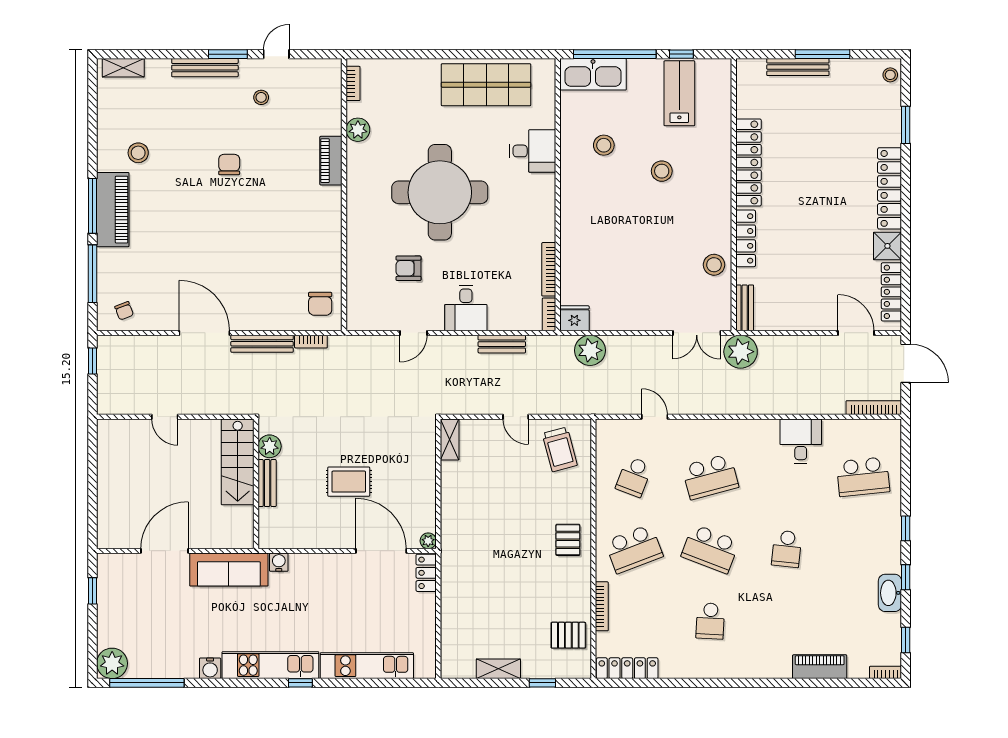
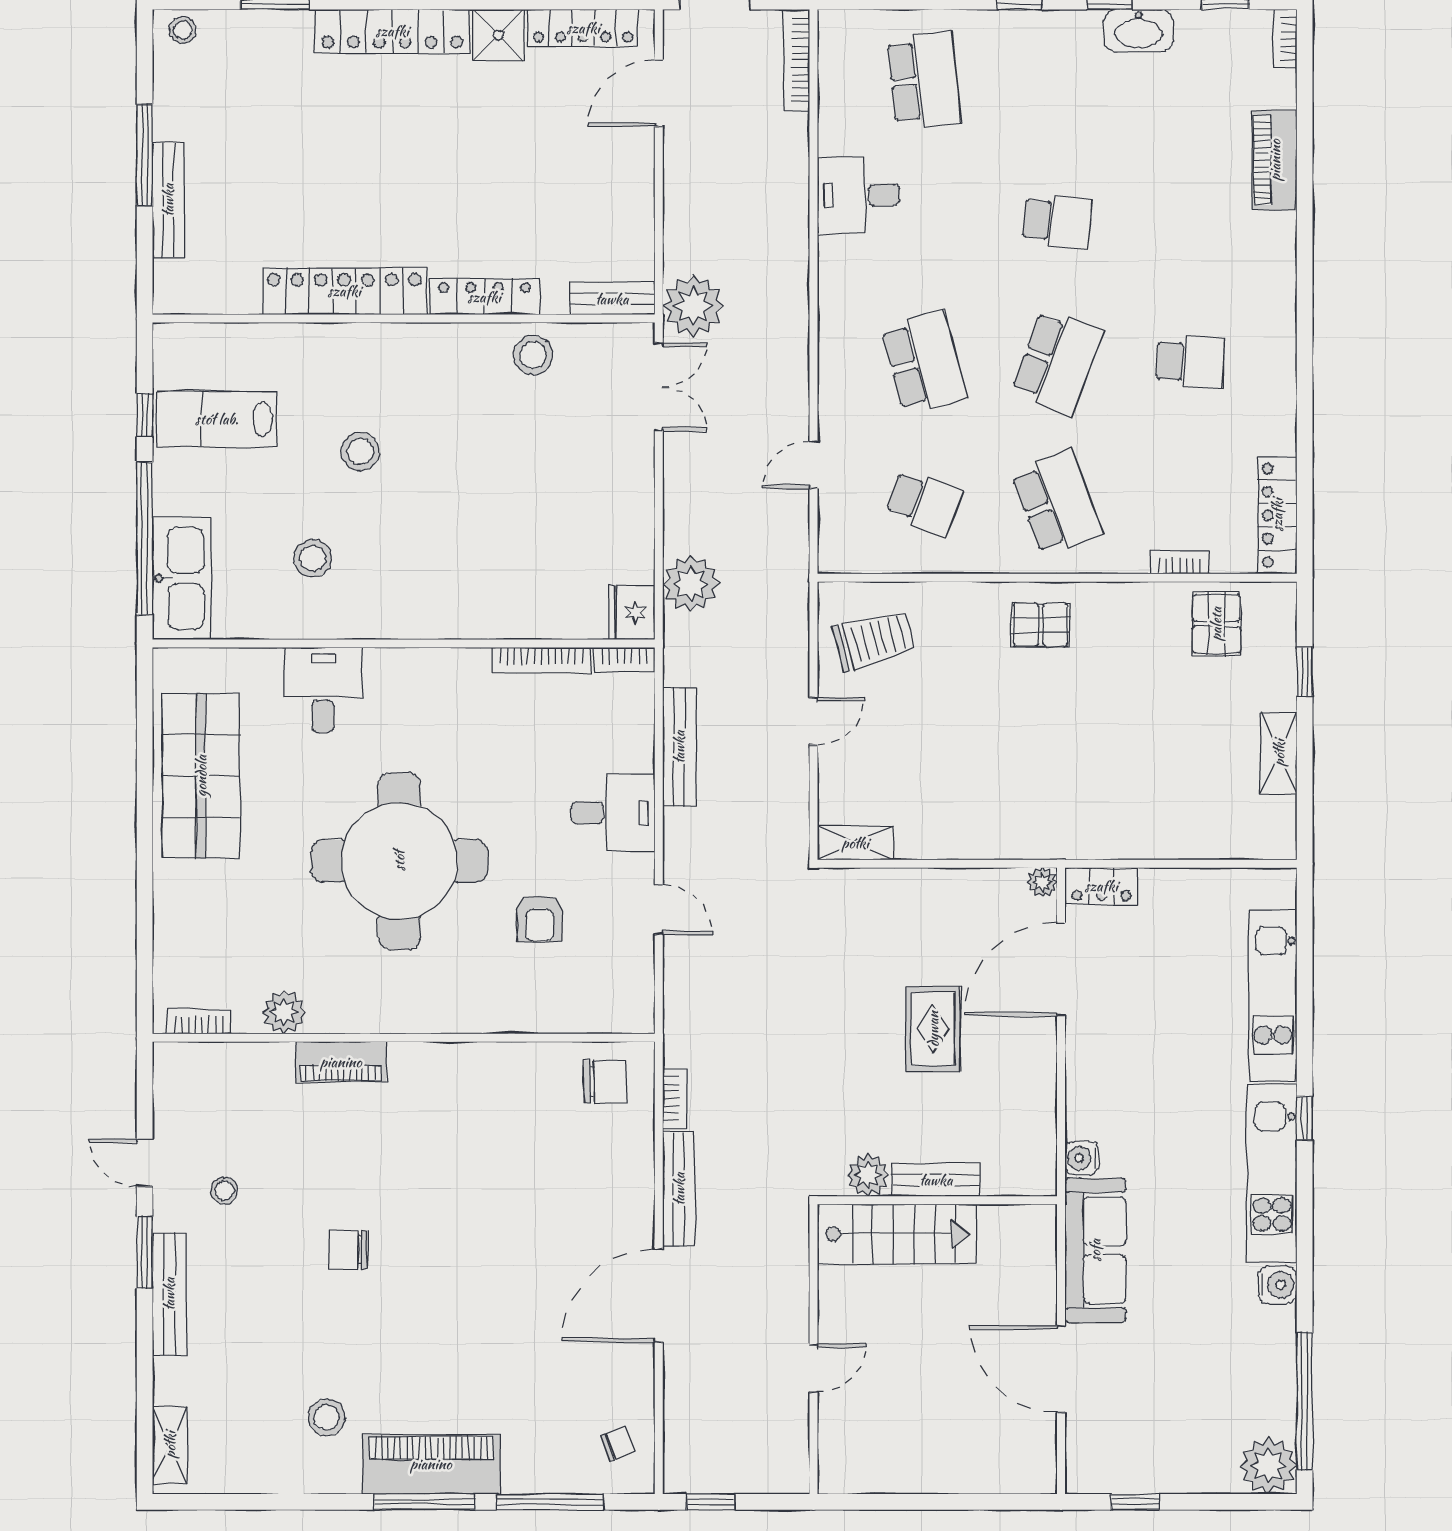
bench: (502, 344) -> (679, 747), width x1.36
bookcase: (602, 606) -> (1180, 562), width x0.64

